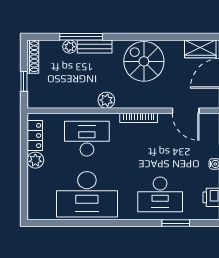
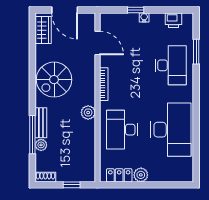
shoe rack: (33, 57) -> (45, 177), width x0.70
door: (186, 111) -> (97, 43), hinge flipped

